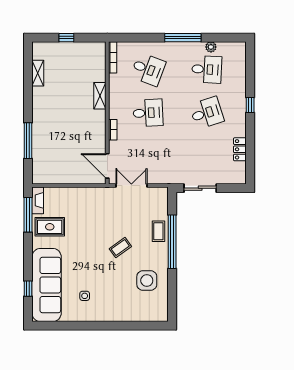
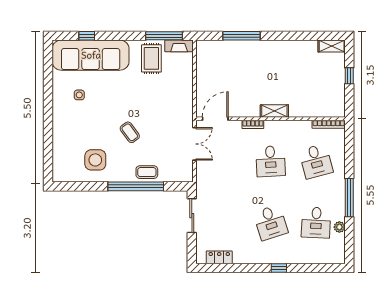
desk: (148, 69) -> (316, 161), turned -36
shelving: (38, 73) -> (332, 46), moved
shelving: (100, 96) -> (274, 111), moved
locker: (240, 149) -> (219, 257), moved

